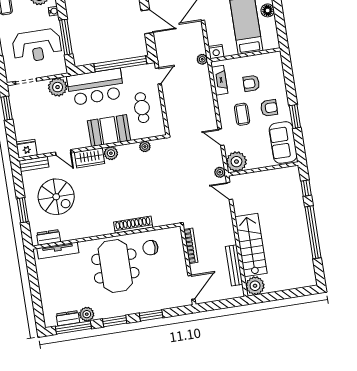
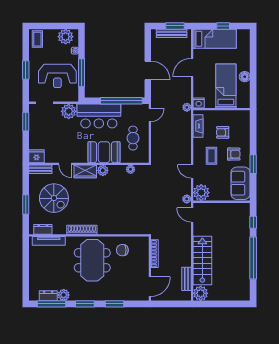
shoe rack: (133, 225) -> (82, 230), moved
bench: (234, 265) -> (186, 279), width x0.73

